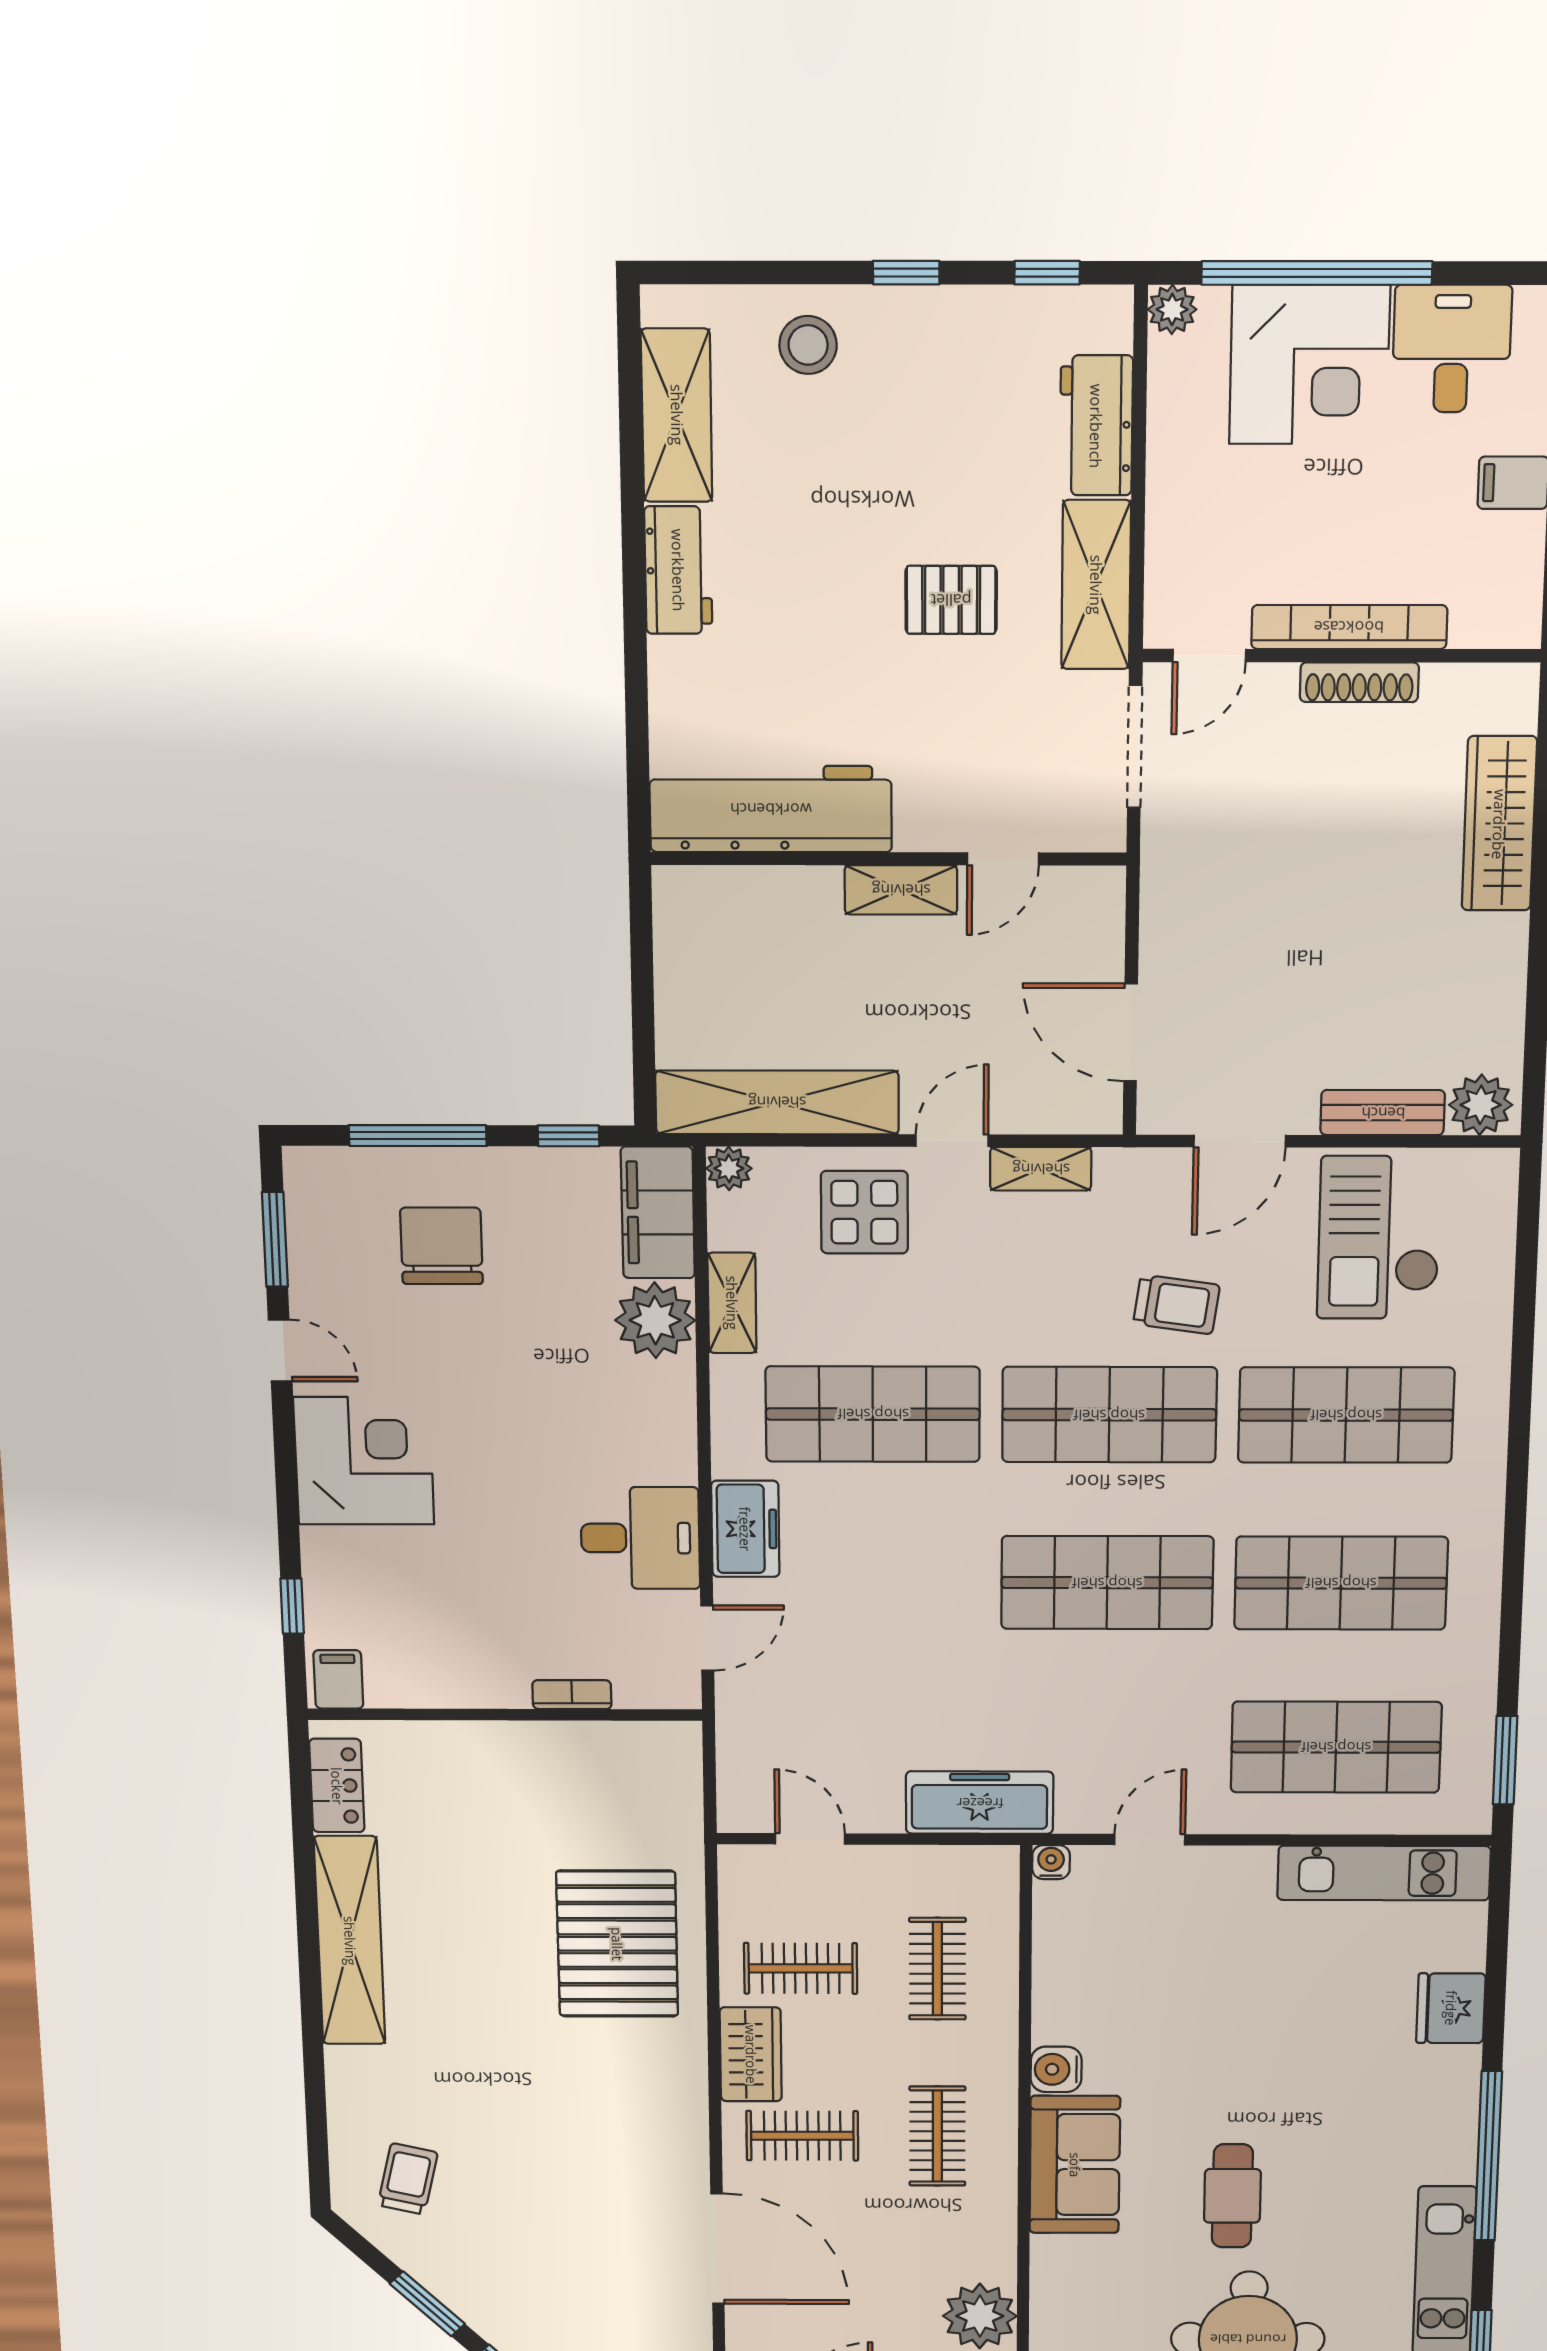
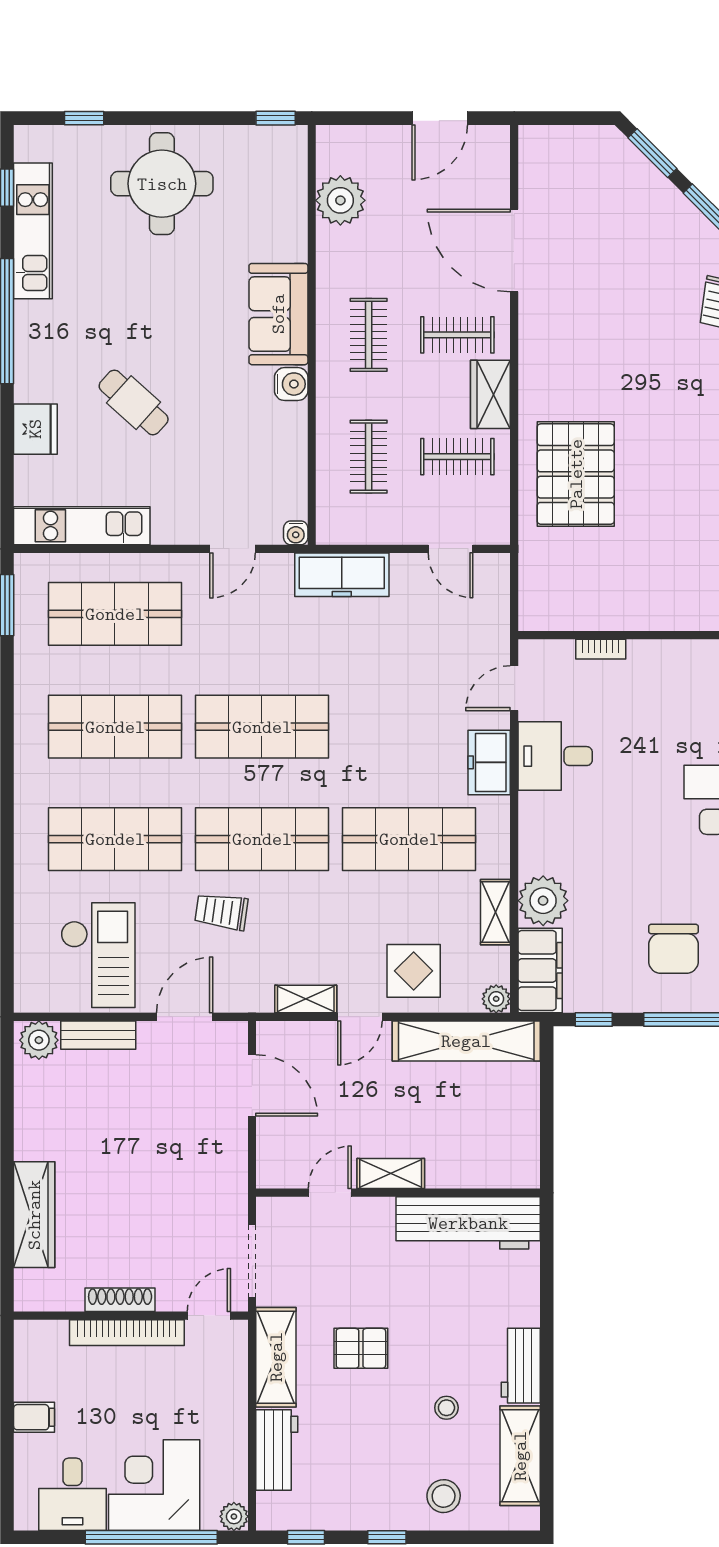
stool: (804, 498) -> (446, 1408), added
cafe table: (1232, 2196) -> (134, 403), moved, turned -48

